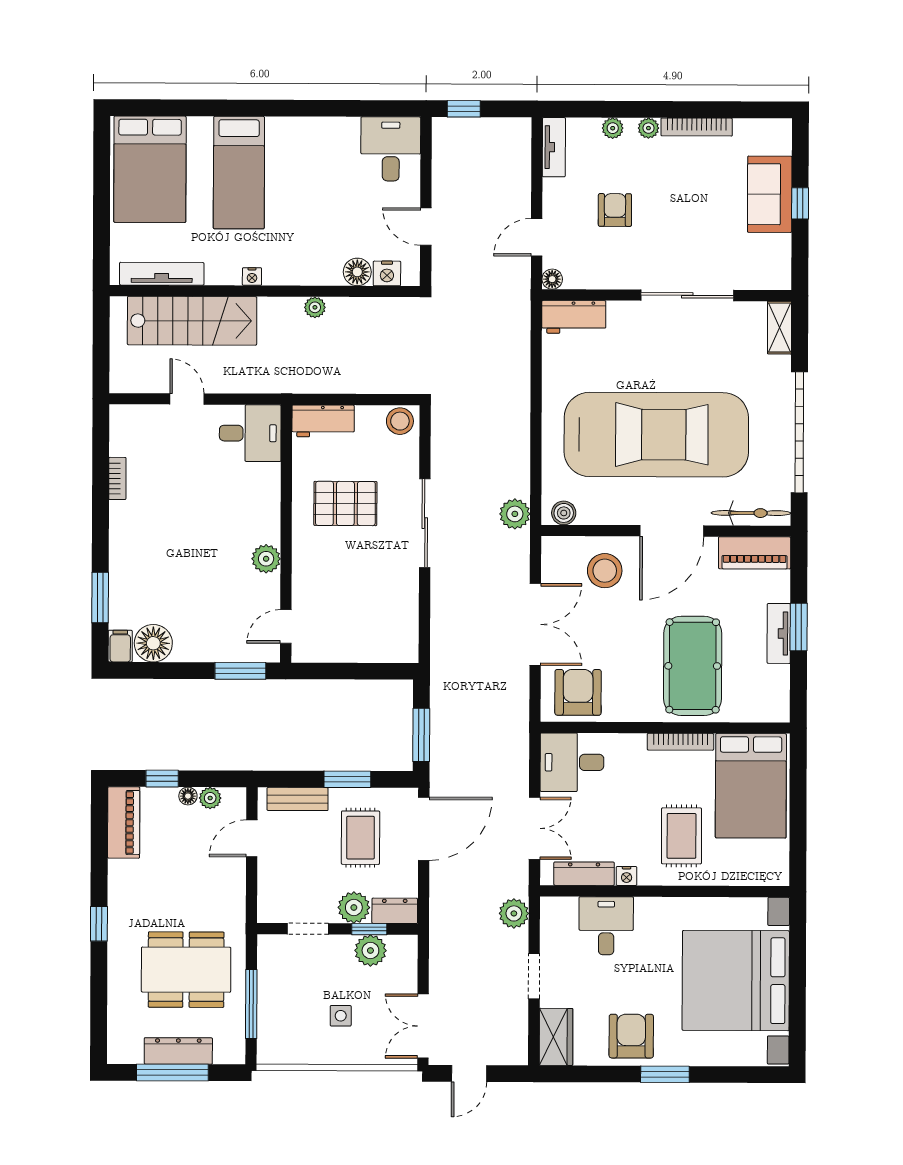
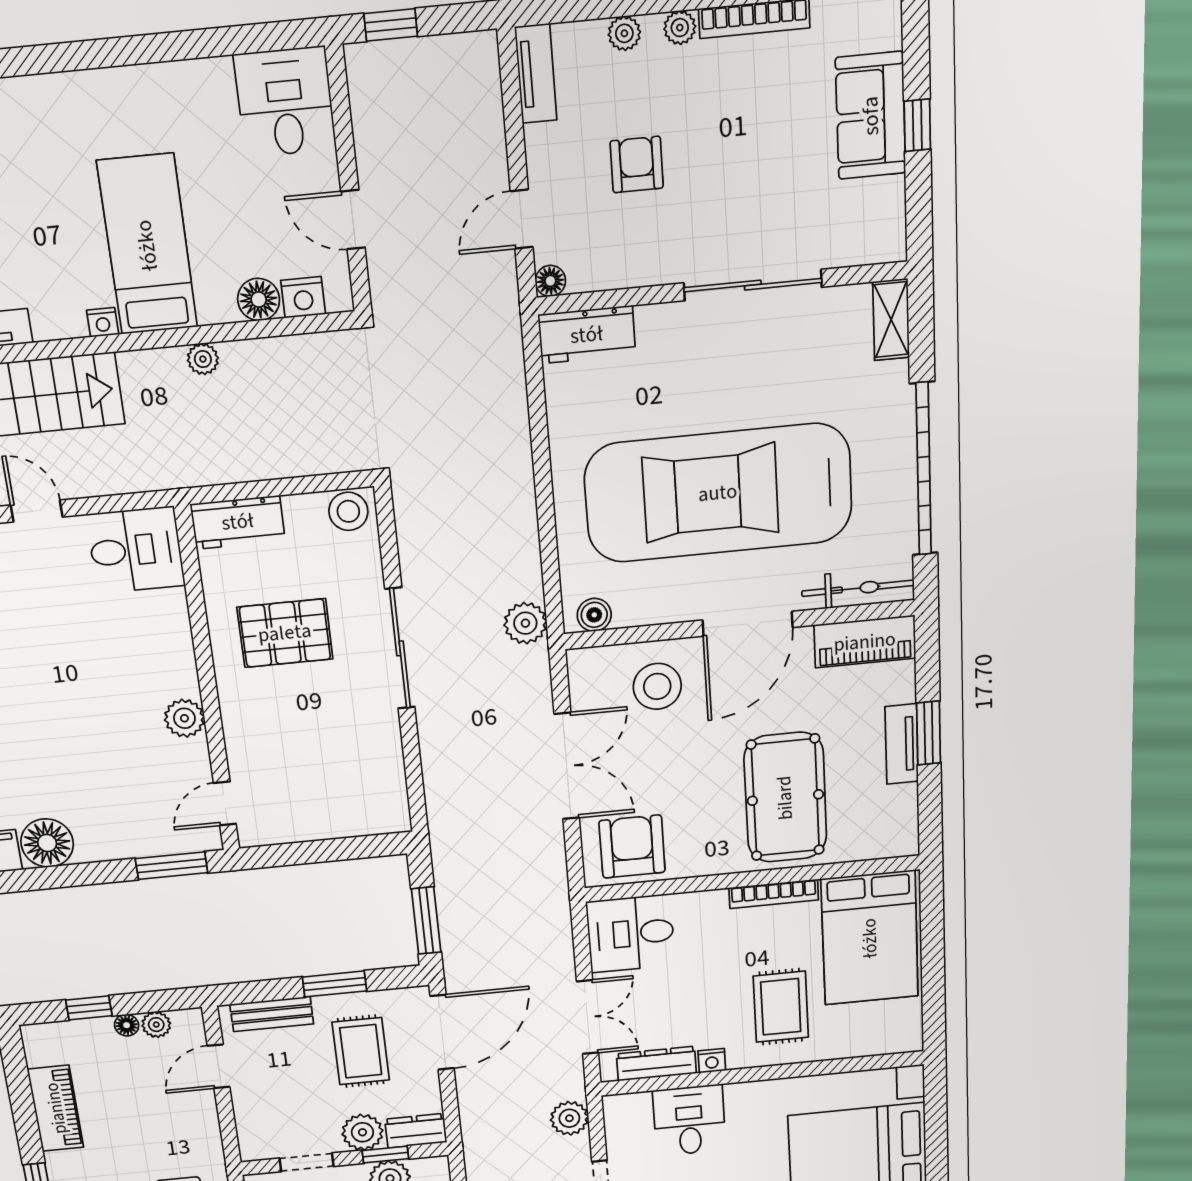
bed: (239, 173) -> (147, 245), moved, turned 180
car: (656, 435) -> (718, 493), turned 180
piano: (124, 823) -> (56, 1108), moved

